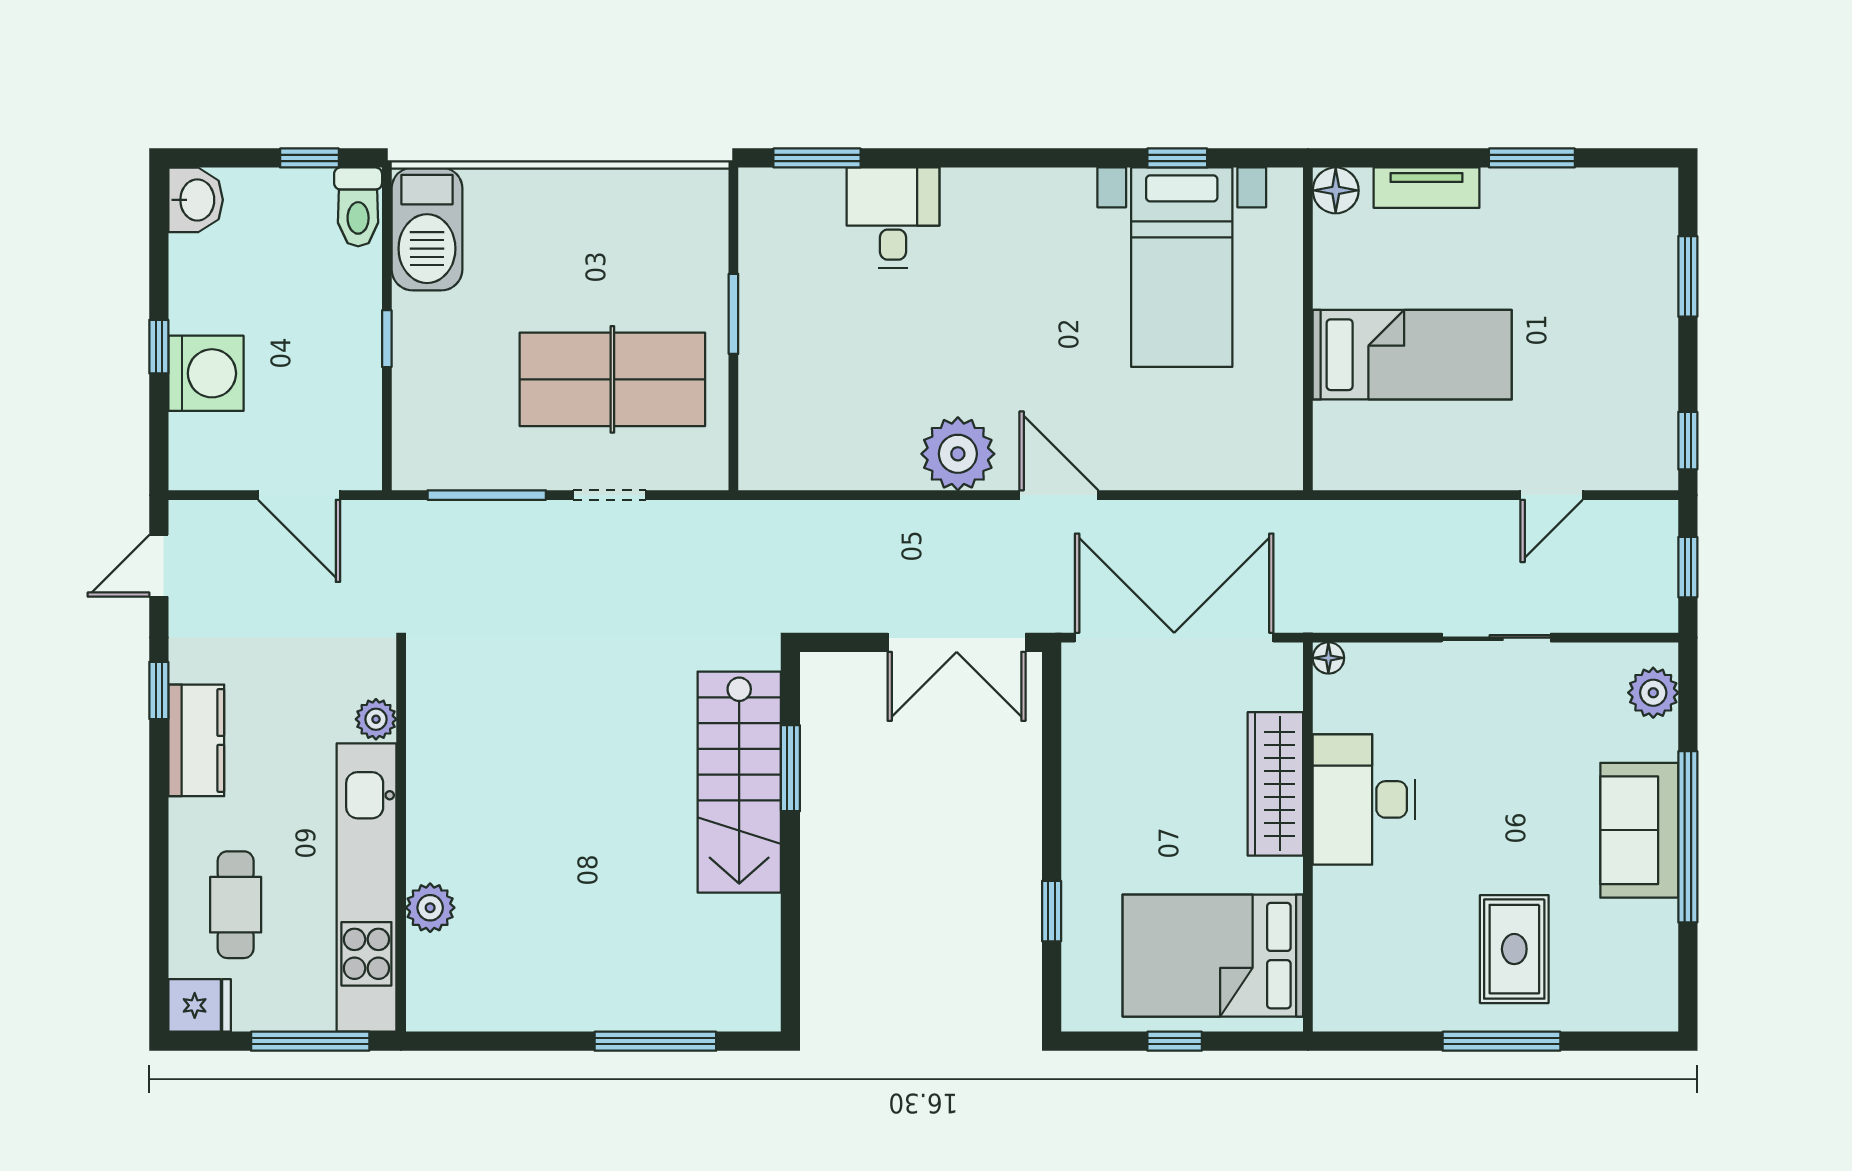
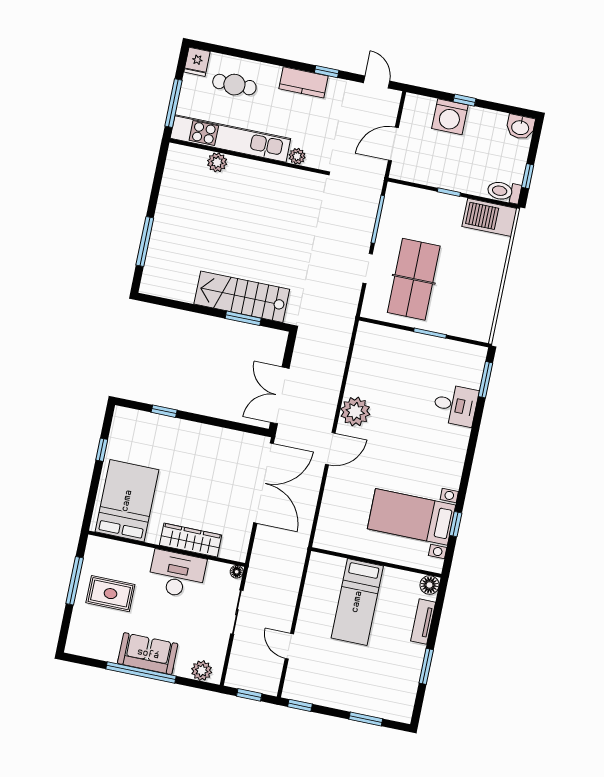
floor lamp: (1328, 658) -> (237, 572), moved
wardrobe: (1275, 784) -> (191, 540), moved
desk: (1364, 799) -> (177, 574), moved
wall: (1308, 837) -> (167, 549), moved
bed: (1213, 956) -> (127, 501), moved

